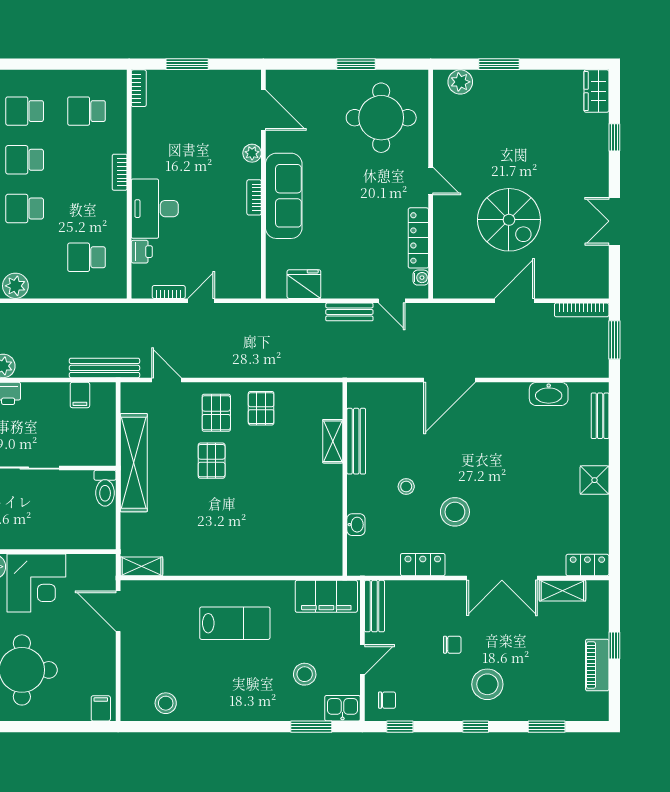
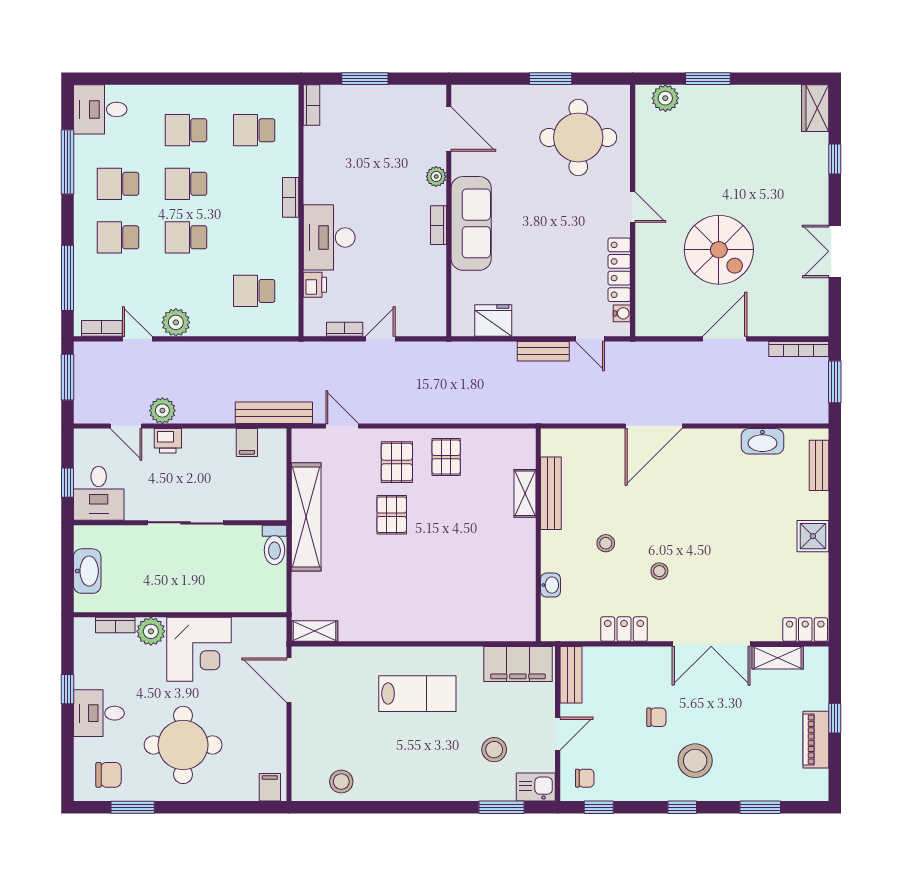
stool: (455, 512) -> (659, 571), width x0.53, depth x0.53

